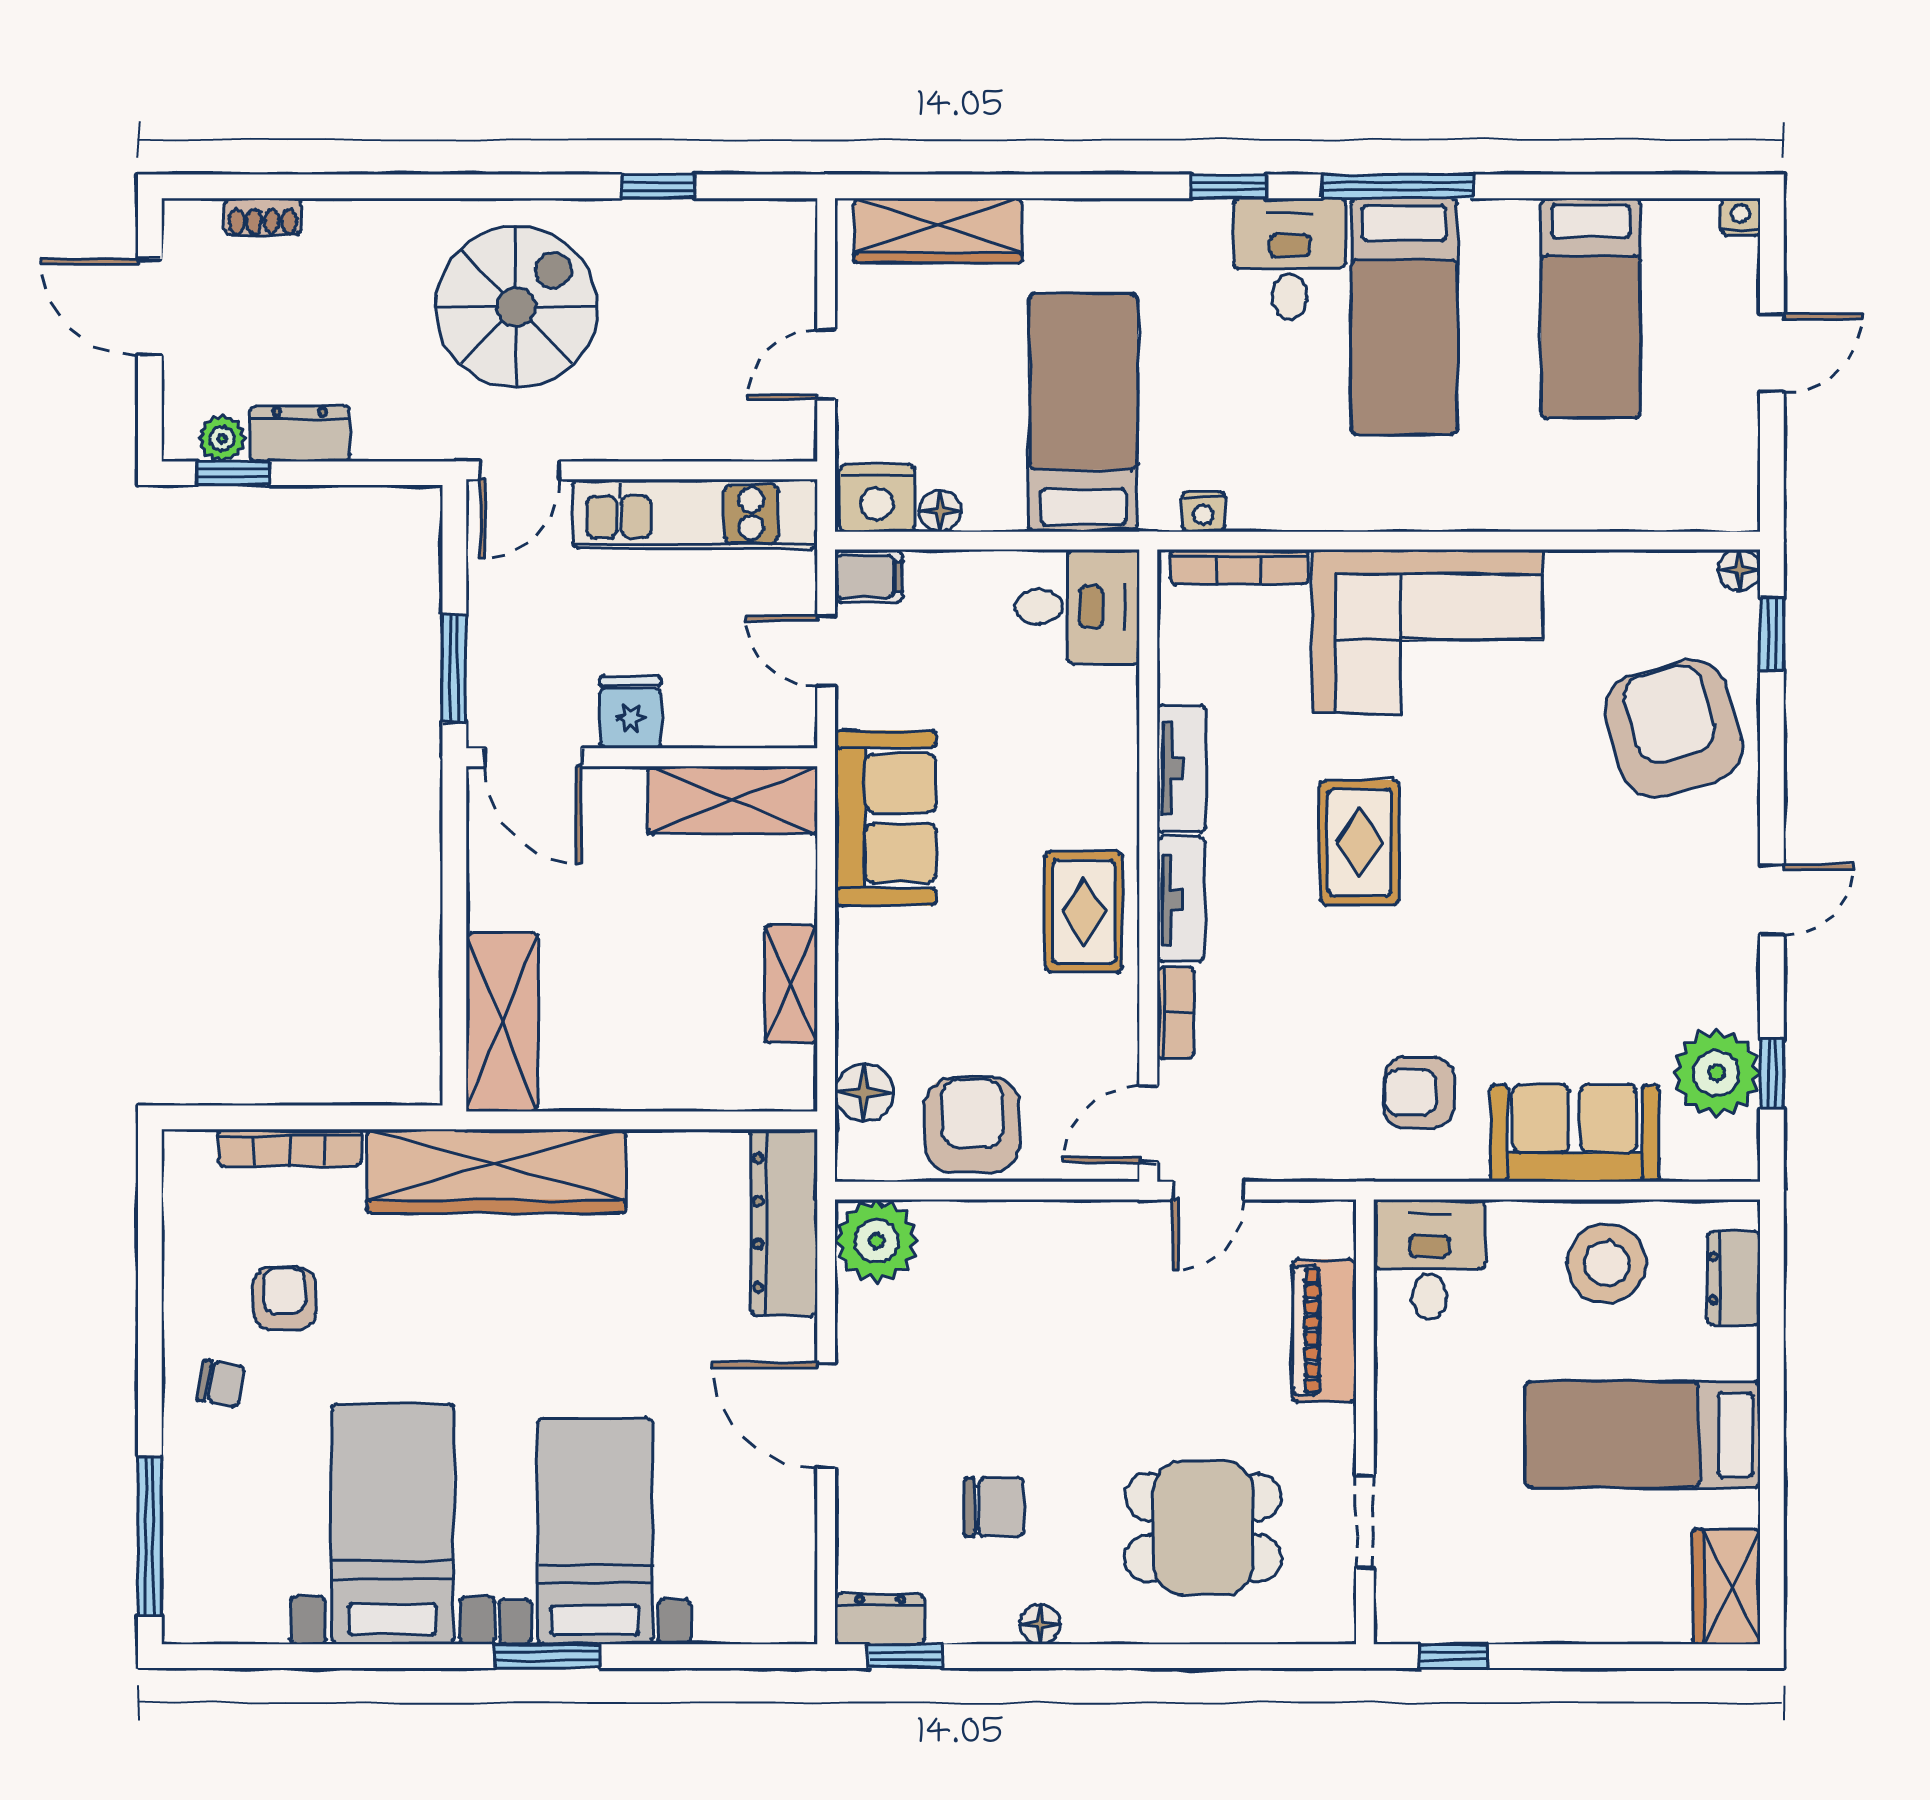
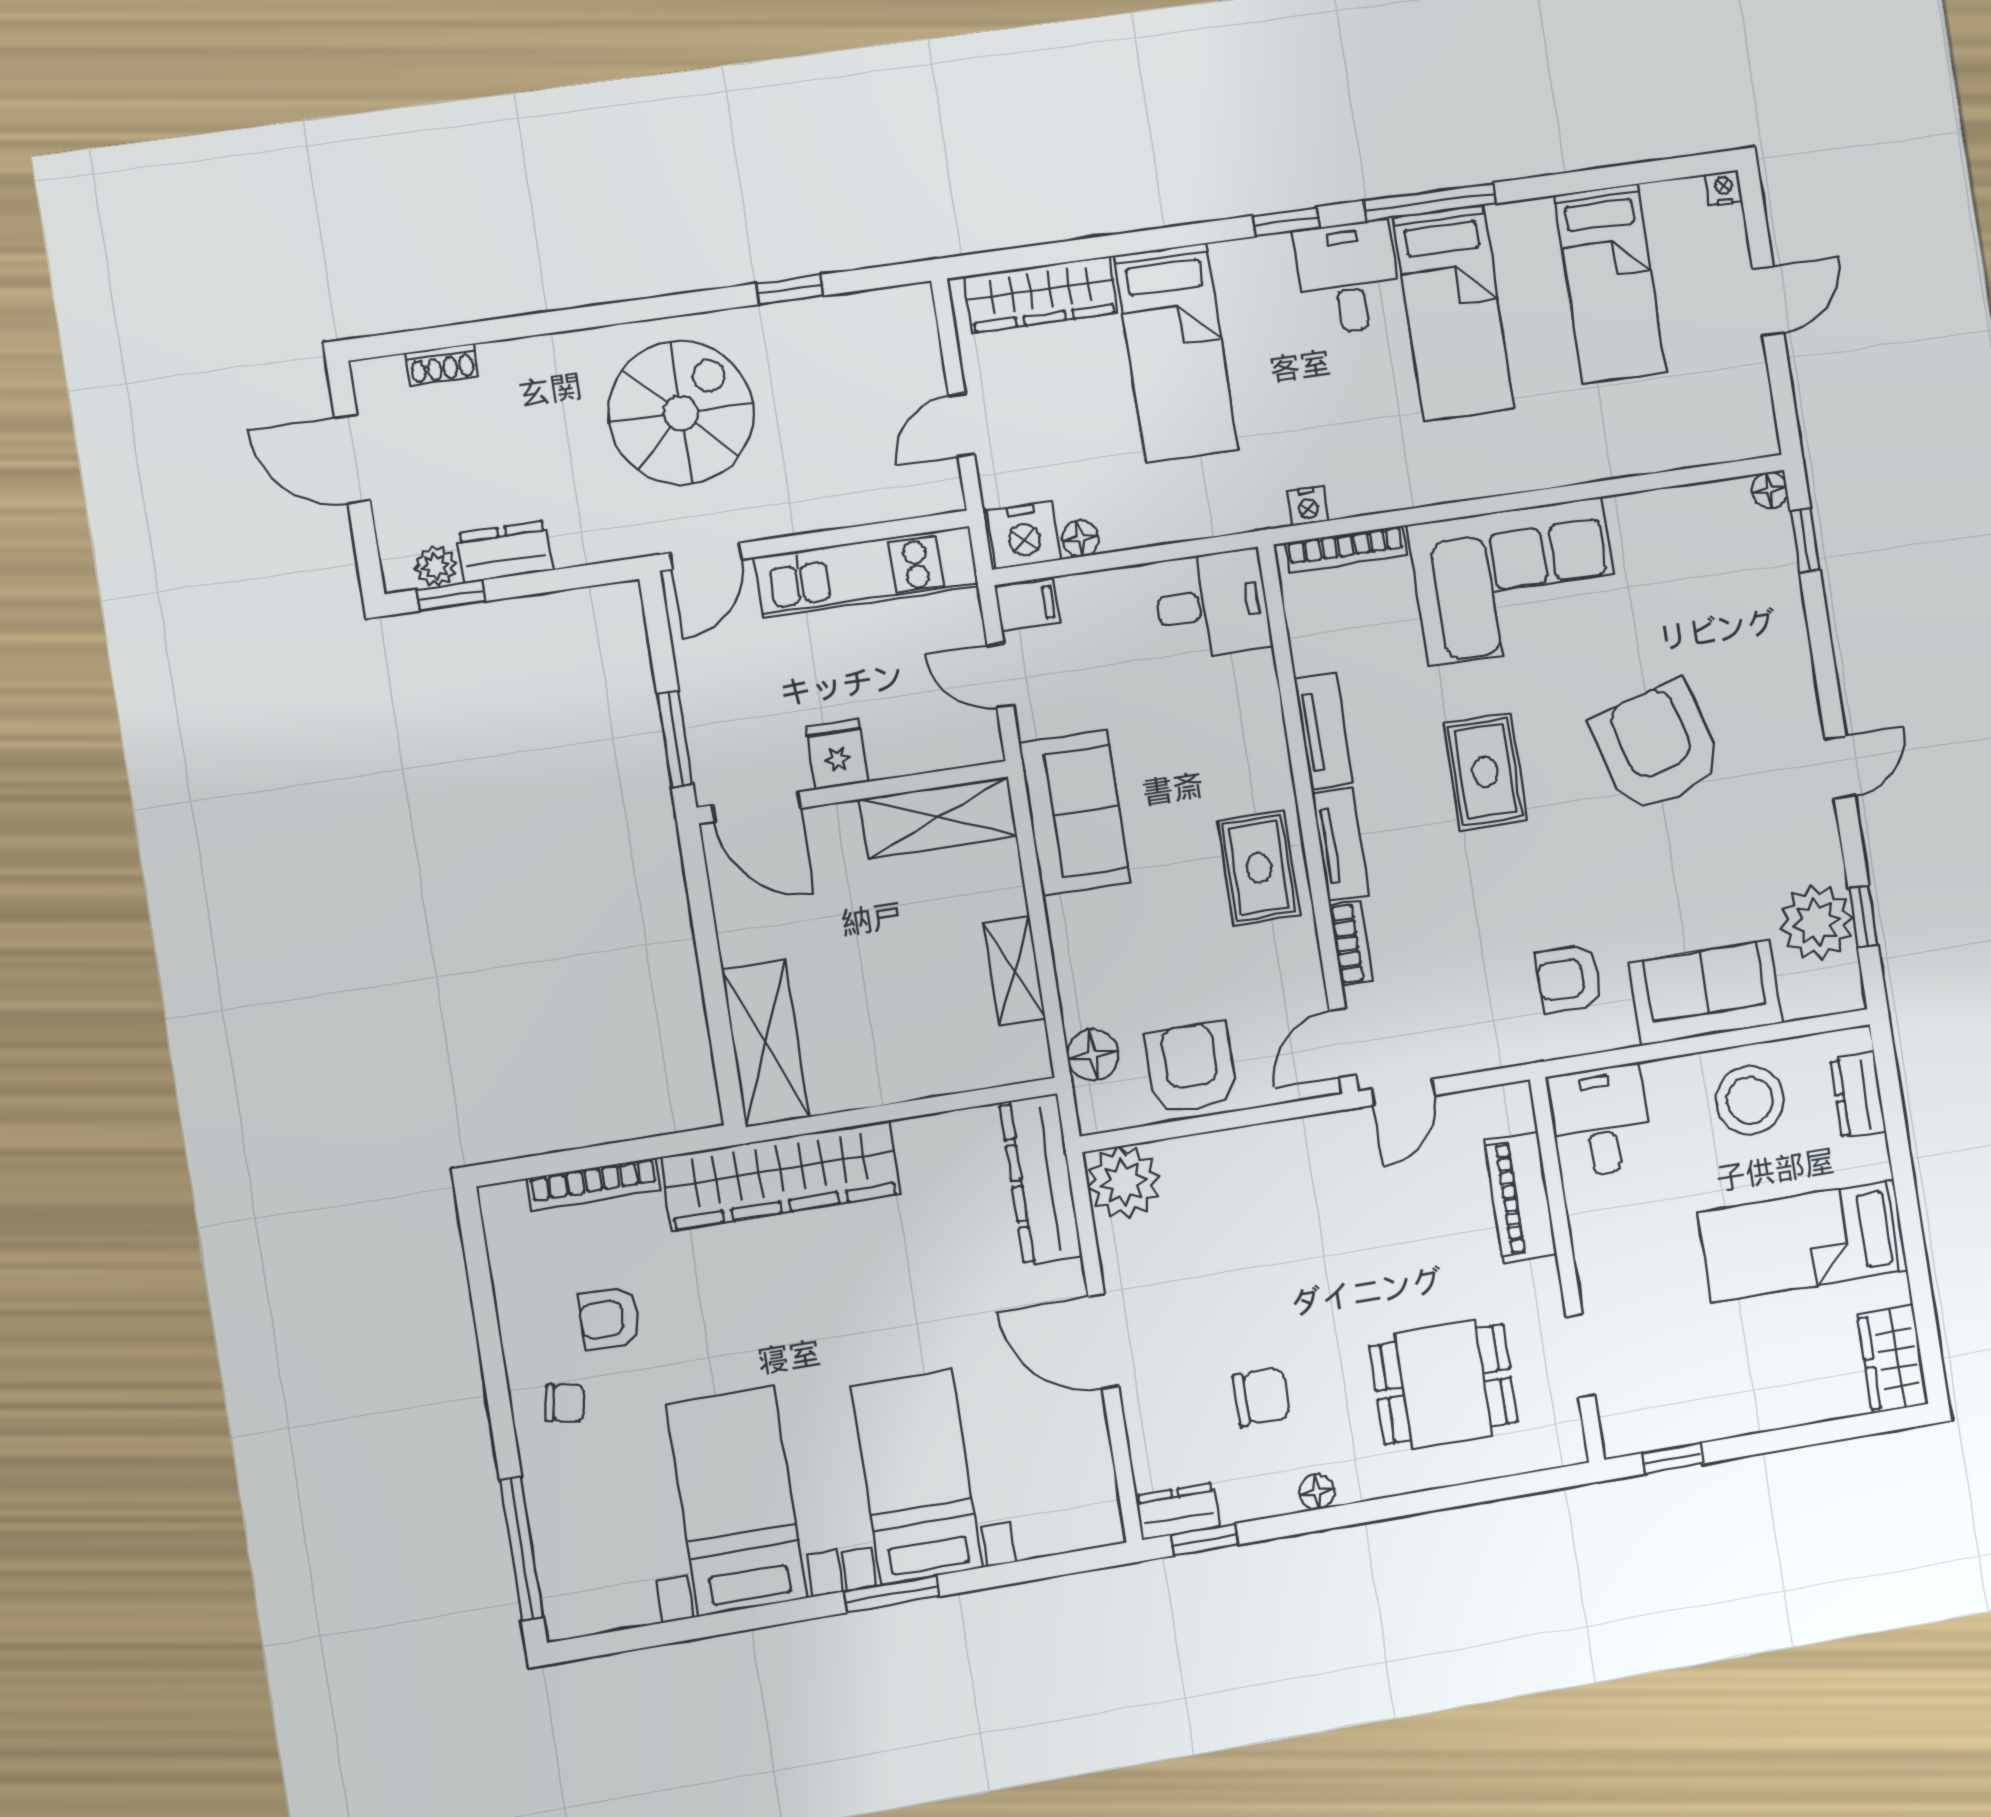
bed: (1083, 412) -> (1176, 353), moved, turned 180
armchair: (1674, 728) -> (1657, 747), moved
armchair: (284, 1298) -> (610, 1318), turned -90

